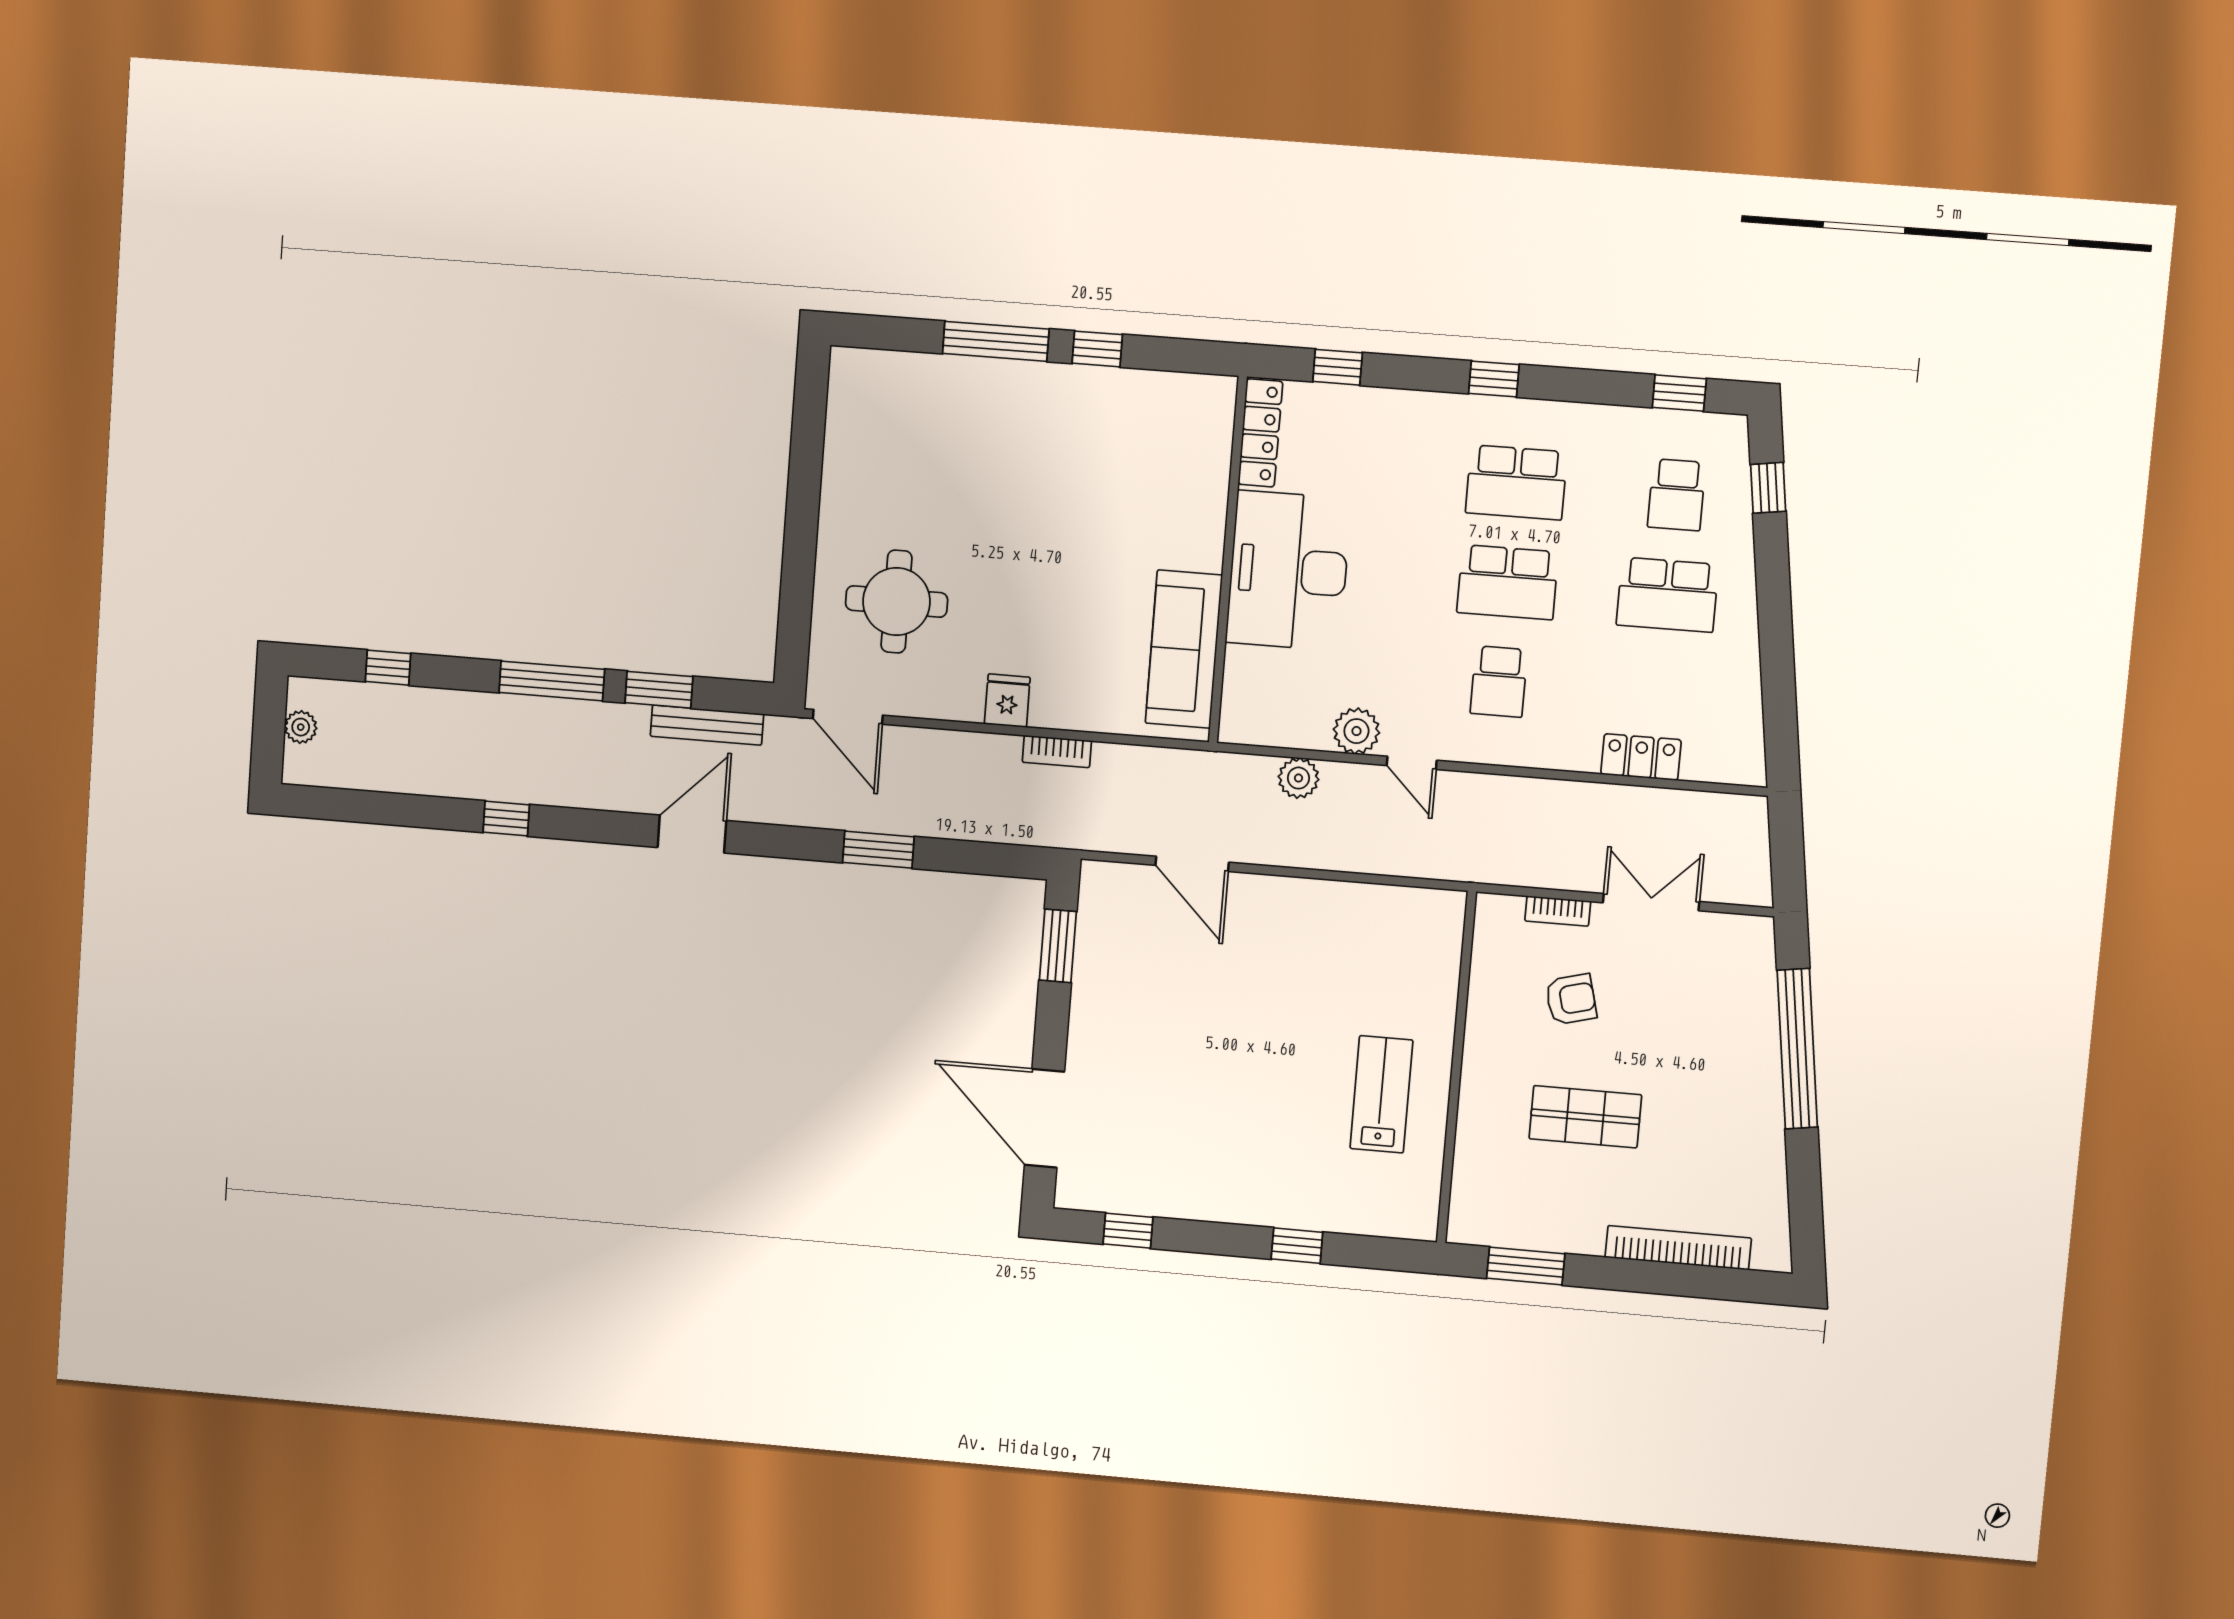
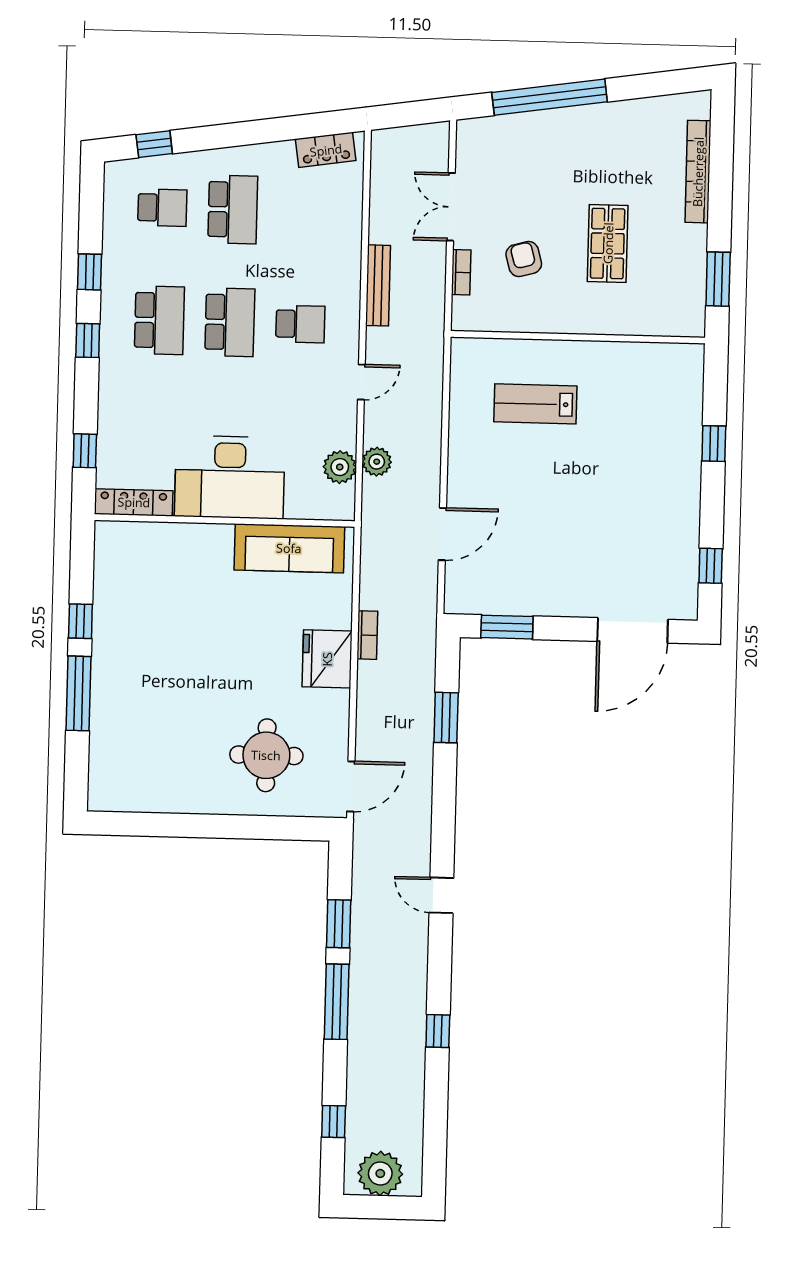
window: (1679, 393) -> (90, 272), moved
fridge: (1007, 701) -> (327, 659), width x1.88, depth x1.34
bench: (707, 725) -> (378, 285), moved
plant: (301, 727) -> (380, 1173), width x1.88, depth x1.88
plant: (1356, 731) -> (340, 467), moved
locker: (1641, 757) -> (326, 150), moved, turned -98
door: (692, 834) -> (441, 895), width x0.73
window: (878, 850) -> (446, 718), moved
lab bench: (1381, 1094) -> (535, 404), moved

